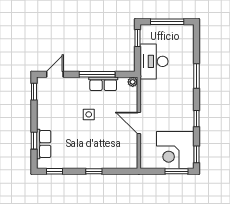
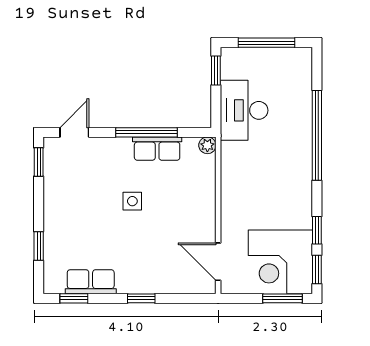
window: (197, 76) -> (317, 135), width x2.11
window: (197, 119) -> (317, 230), moved
door: (139, 123) -> (218, 262), moved
row of seats: (44, 144) -> (91, 282), moved, turned -90

